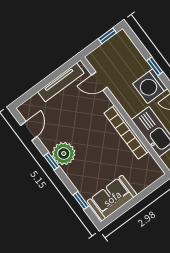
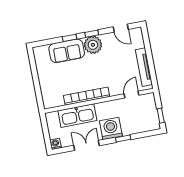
sofa: (112, 198) -> (67, 51), moved, turned 90
window: (81, 200) -> (70, 38), moved

